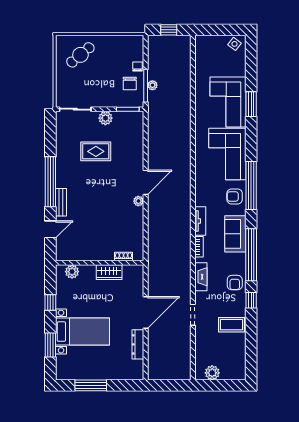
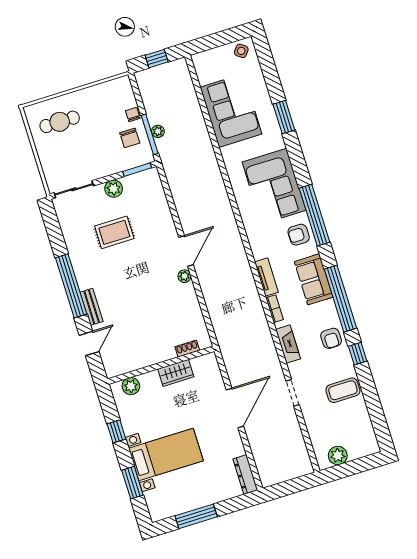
cafe table: (80, 55) -> (60, 122), turned 40
corner sofa: (228, 102) -> (231, 111), moved, turned 180
dresser: (138, 344) -> (245, 474), moved

